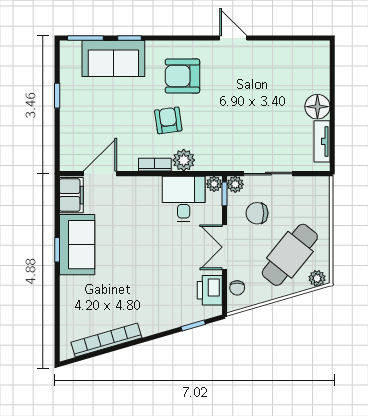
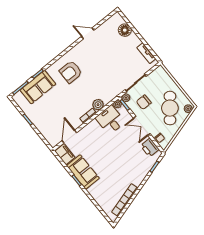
door: (233, 38) -> (88, 33), moved
floor lamp: (317, 107) -> (125, 30), moved
armchair: (168, 120) -> (79, 94), removed

